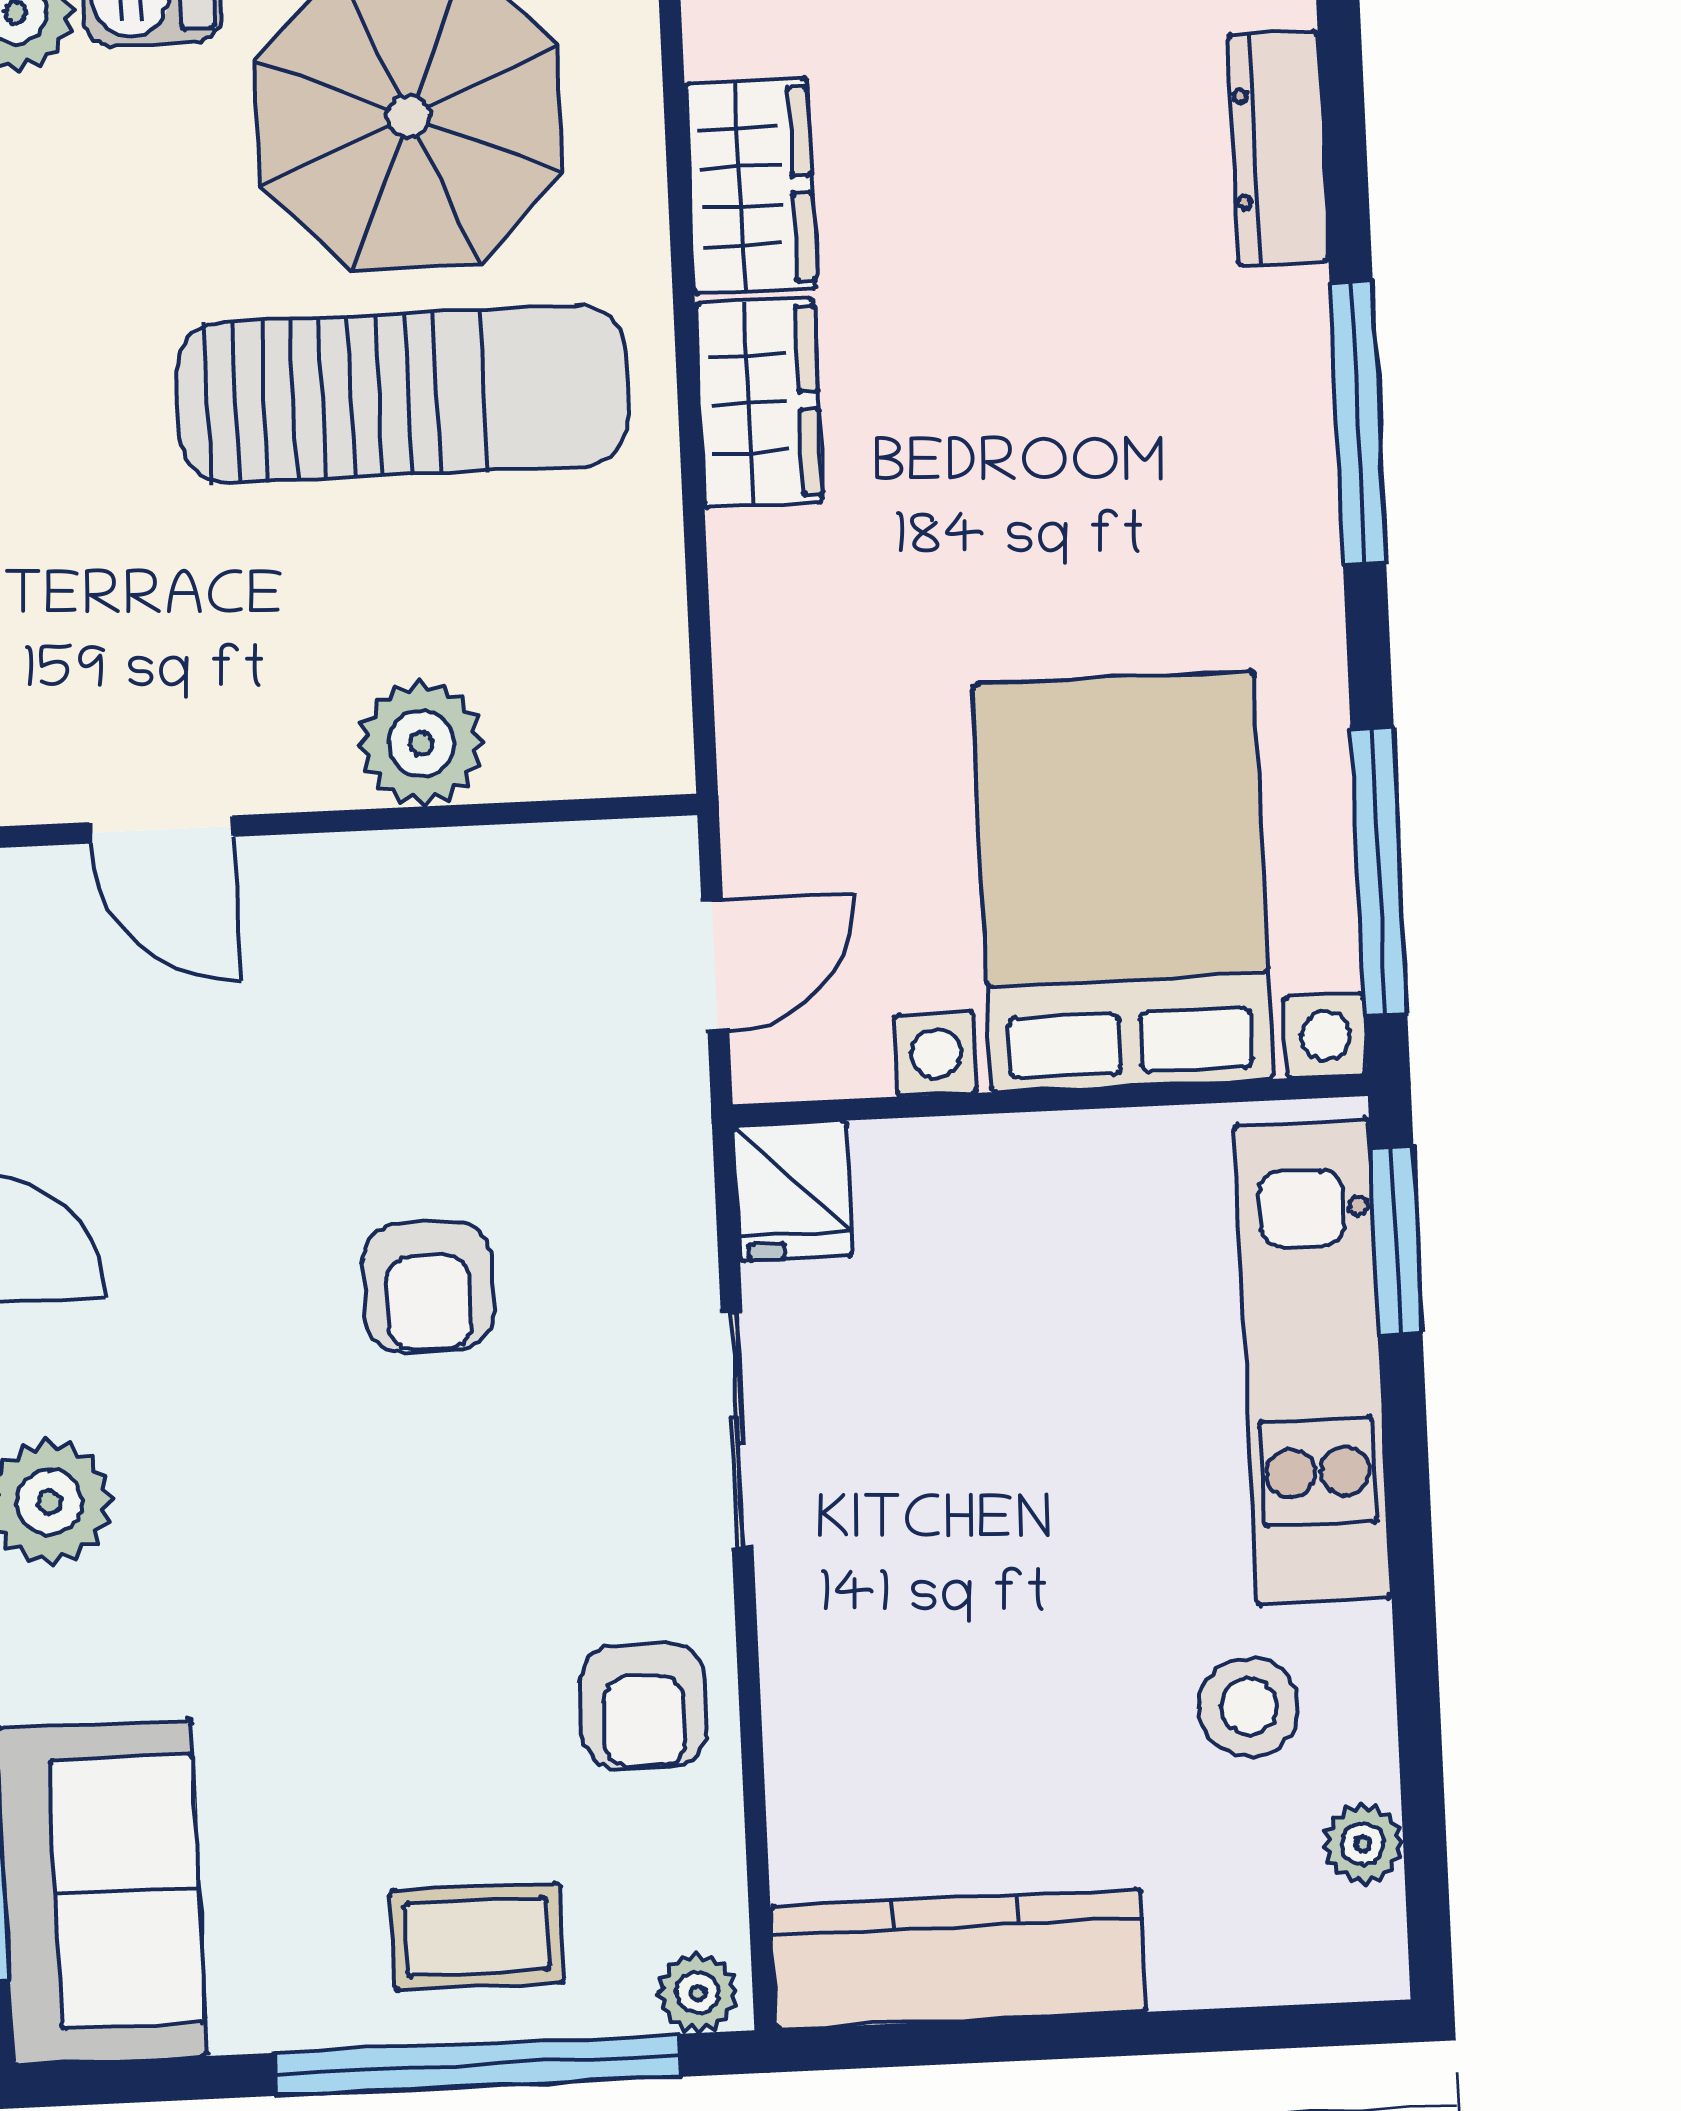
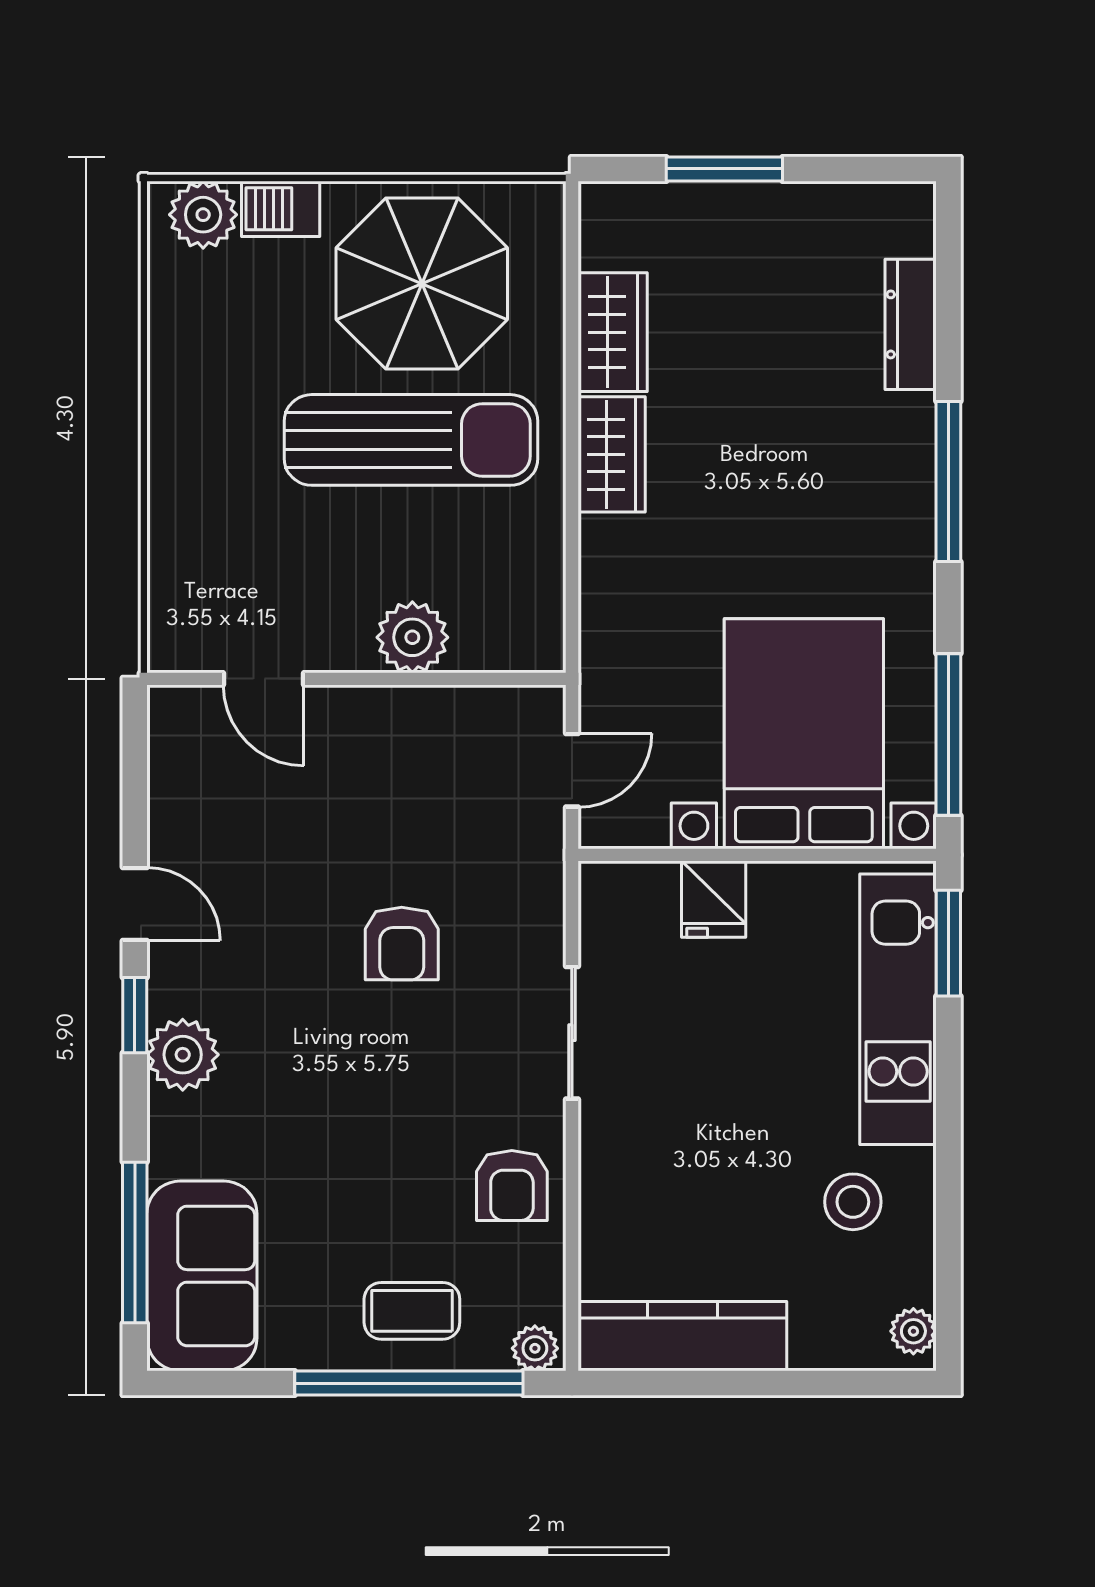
fridge: (793, 1191) -> (714, 899), moved
plant: (1363, 1844) -> (913, 1331), moved

